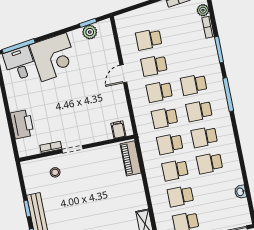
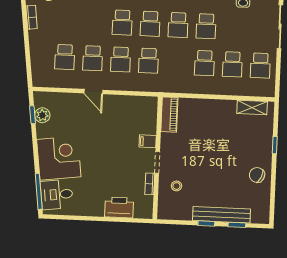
filing cabinet: (118, 130) -> (148, 141), moved
school desk: (170, 144) -> (177, 62), removed
piano: (131, 158) -> (169, 115), moved, turned -90

